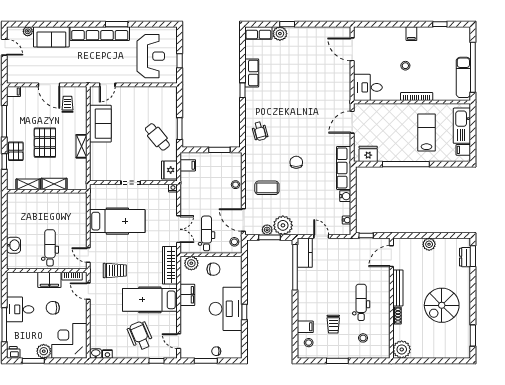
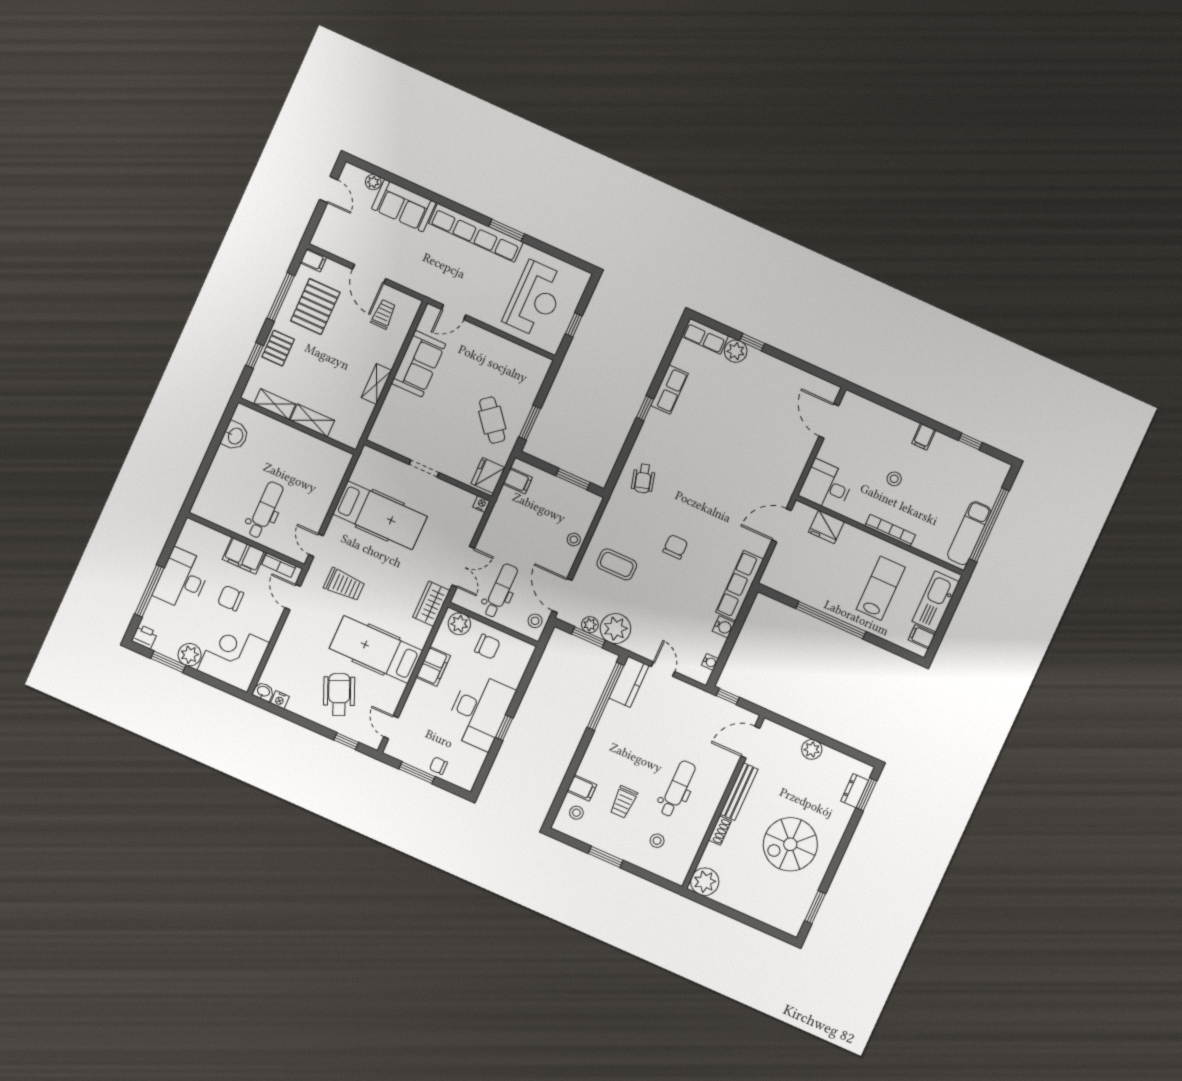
pallet: (45, 143) -> (315, 307), moved
fridge: (368, 154) -> (826, 527), moved, turned 180
washbasin: (14, 245) -> (235, 436), moved
wardrobe: (170, 265) -> (431, 604), width x0.67
desk: (20, 309) -> (182, 579), width x1.37

